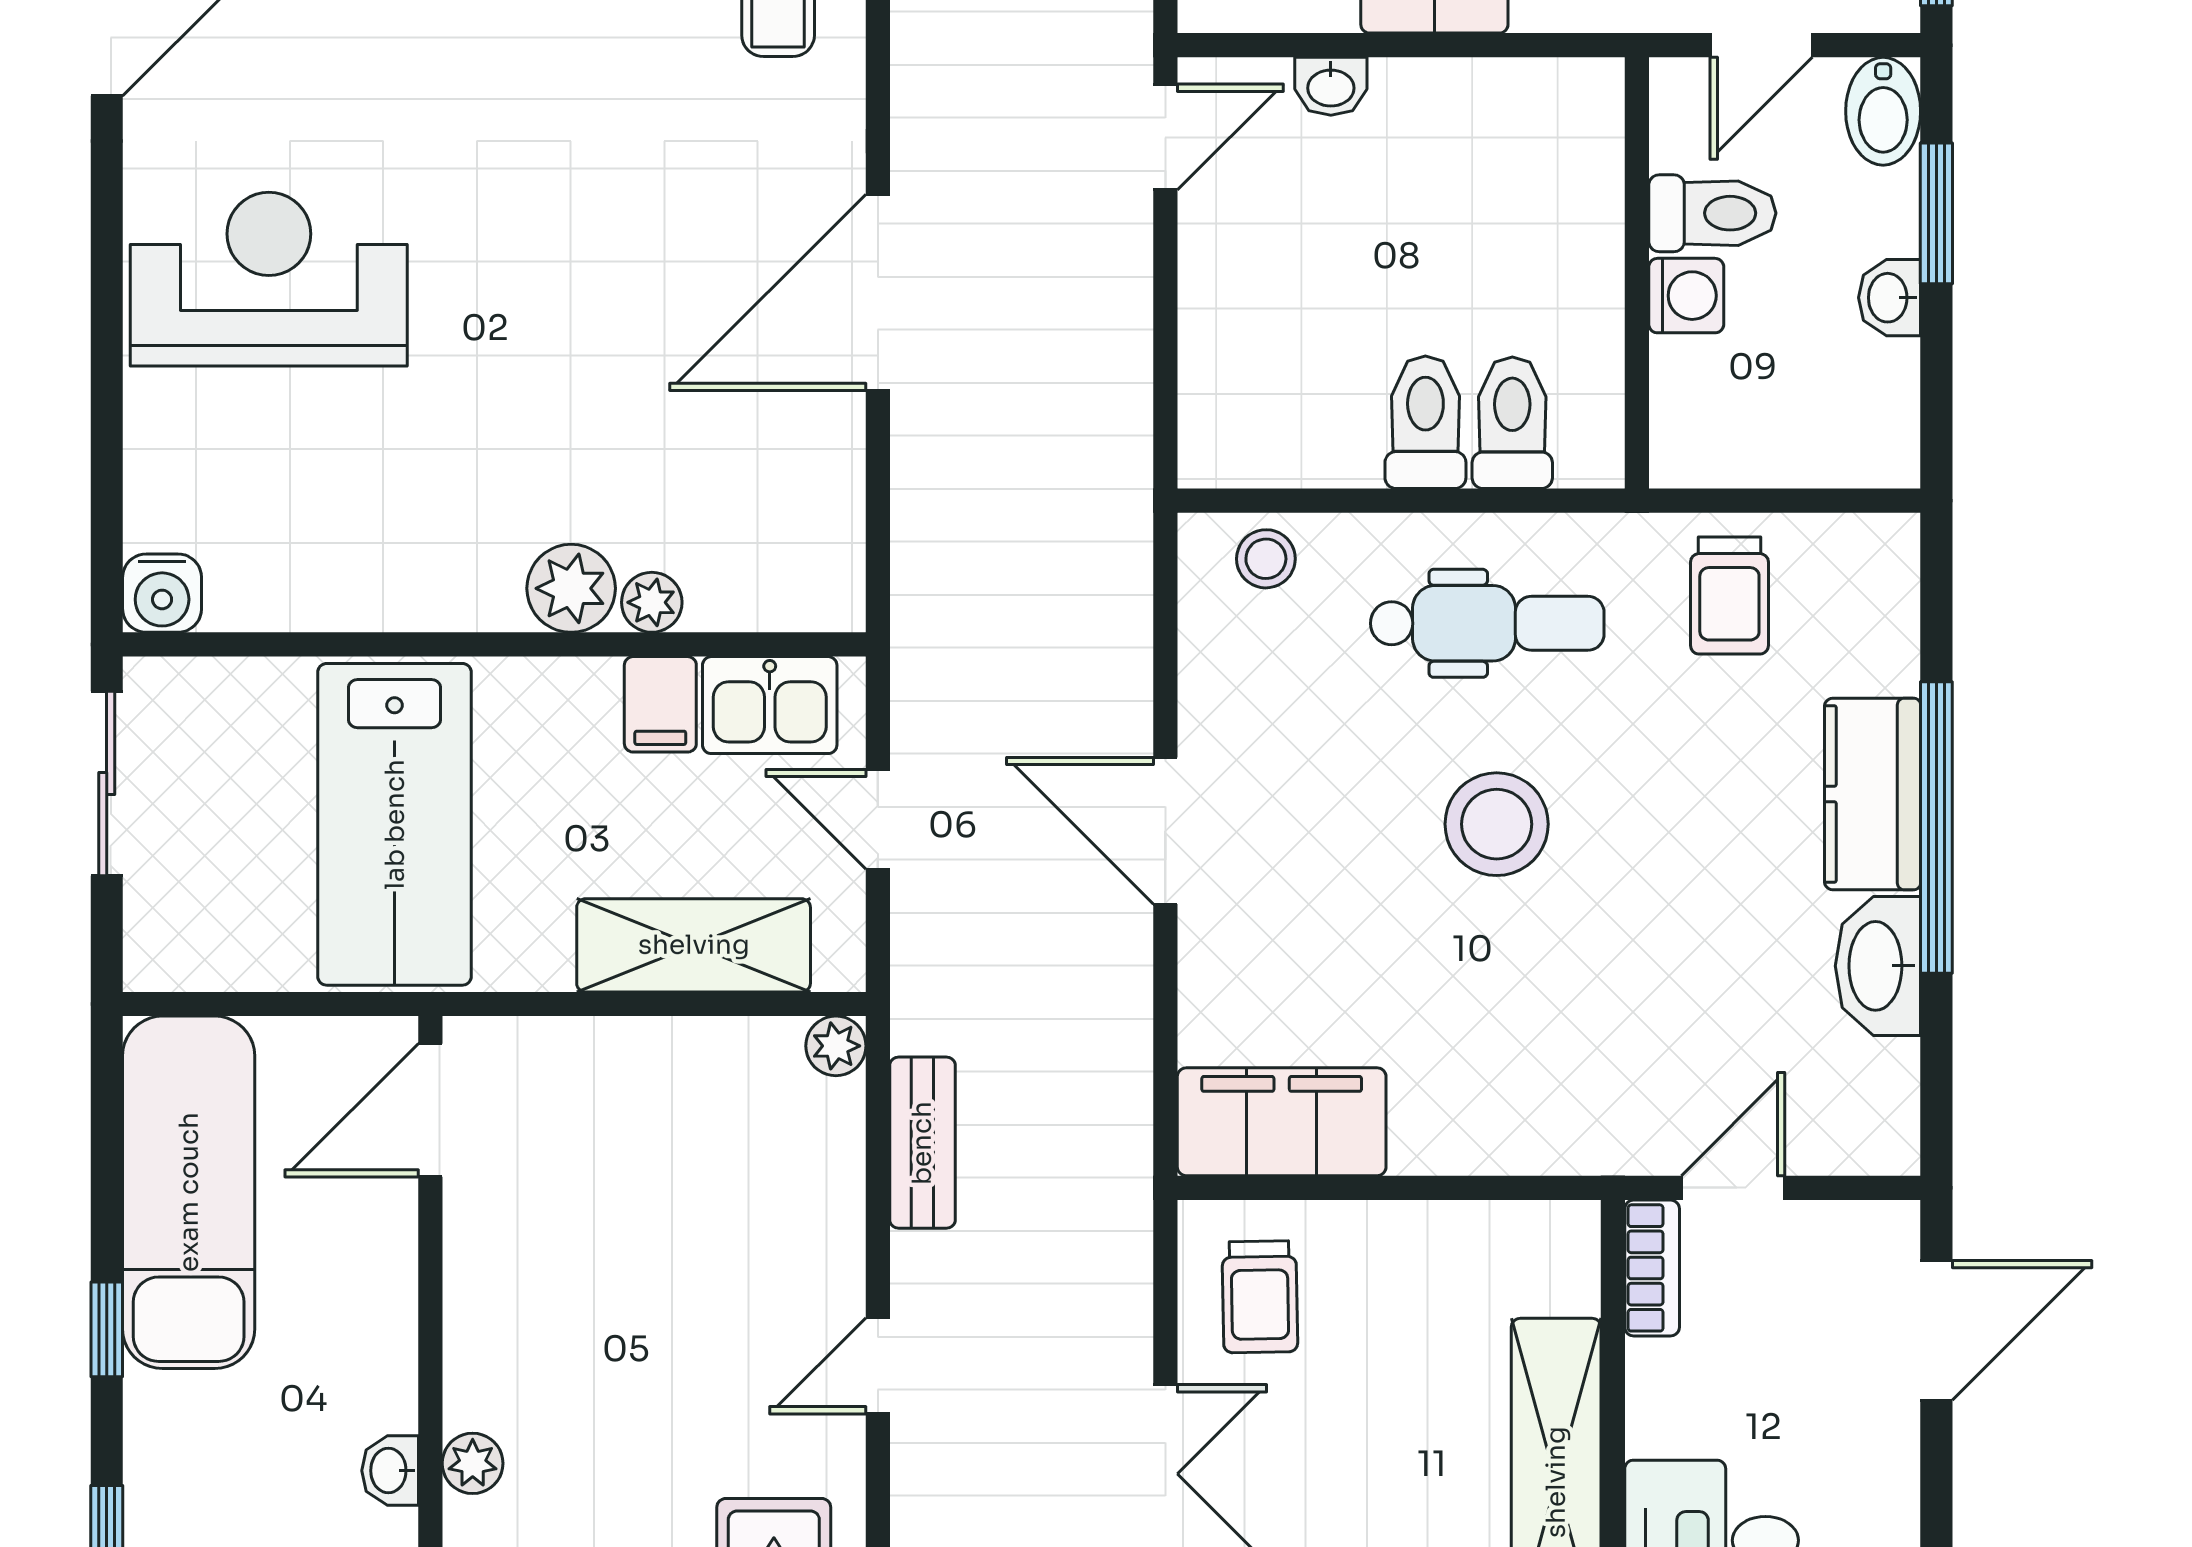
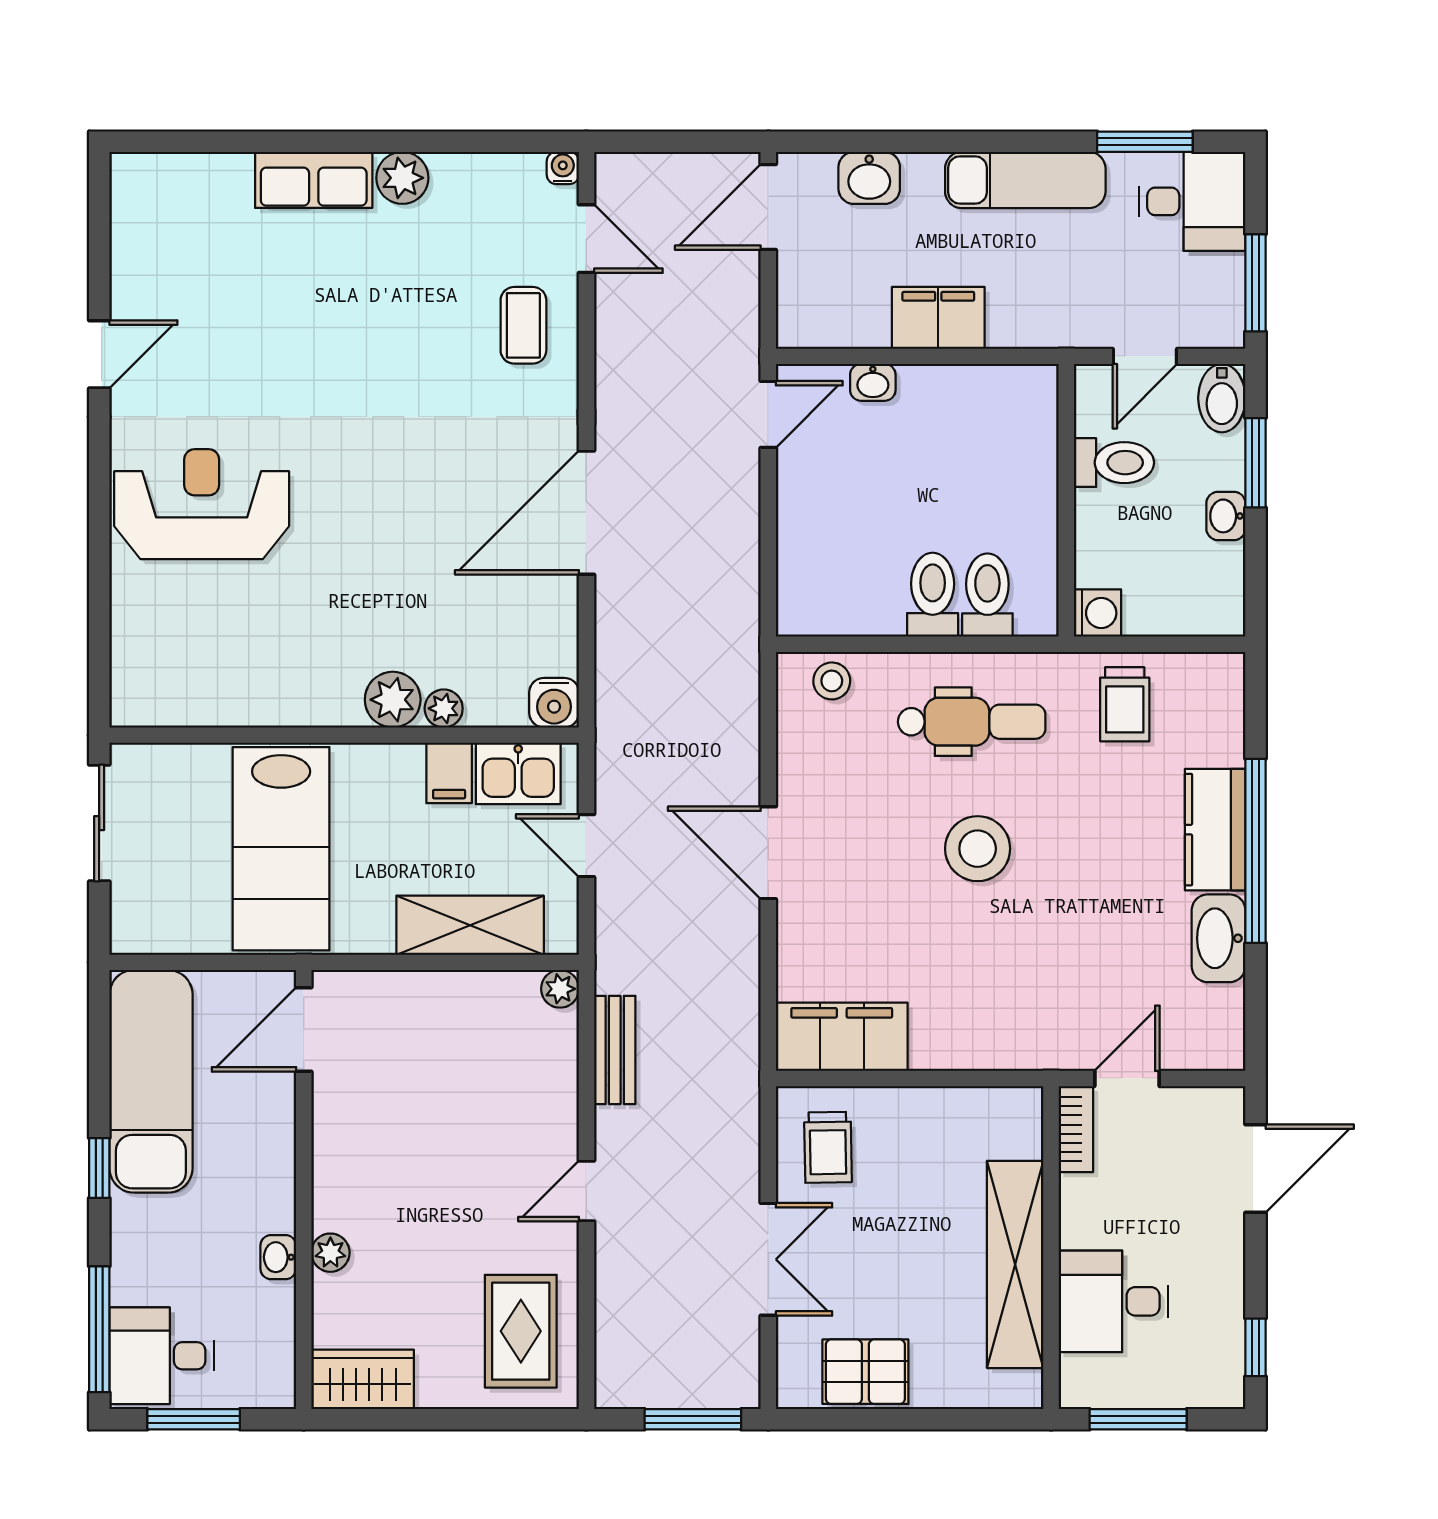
washing machine: (1686, 296) -> (1097, 613), moved
water cooler: (162, 593) -> (554, 703), moved

